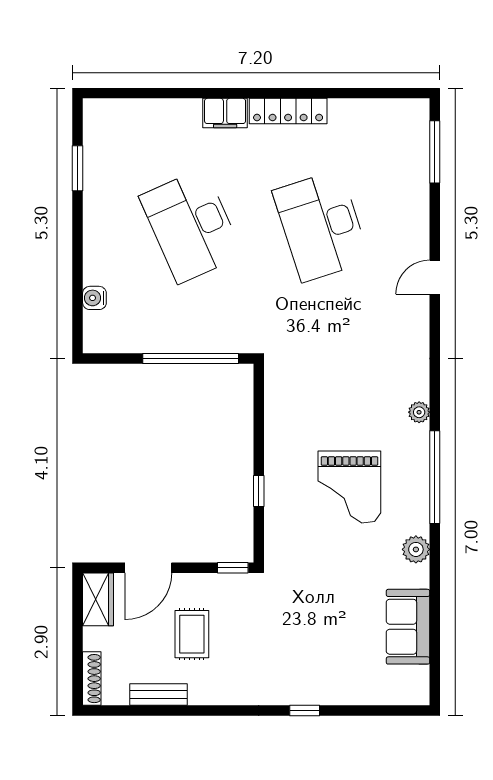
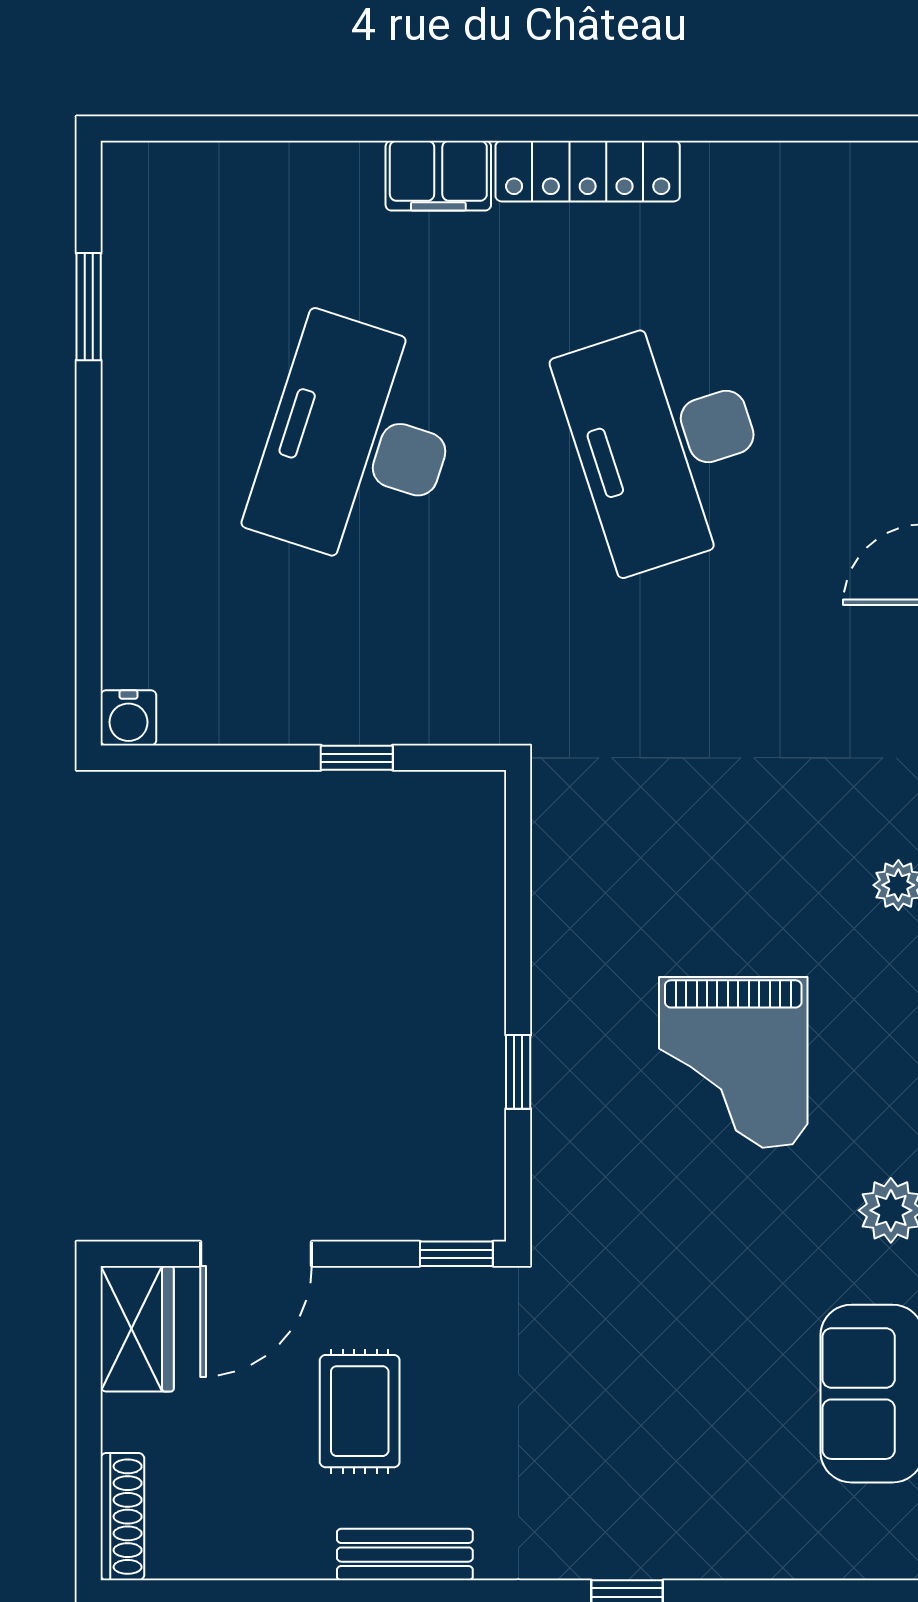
desk: (191, 226) -> (358, 443), turned 42
water cooler: (94, 298) -> (128, 718), moved, turned -90
window: (191, 358) -> (357, 758), width x0.32
bench: (159, 695) -> (405, 1555), moved

